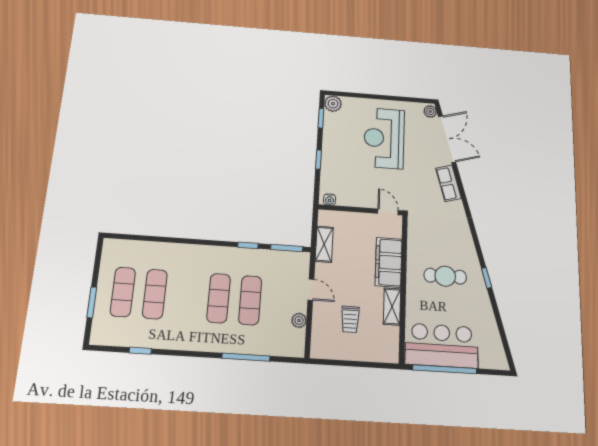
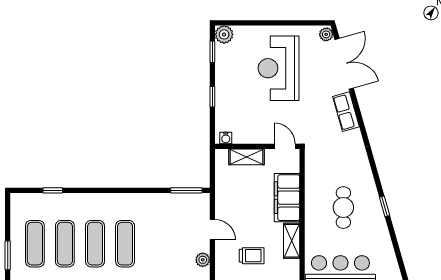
shelving: (324, 244) -> (247, 157), moved, turned 90
window: (248, 245) -> (53, 190), moved
cafe table: (445, 276) -> (343, 208), turned 90
exercise mat: (250, 300) -> (95, 244), moved
trolley: (350, 319) -> (252, 256), turned -90

